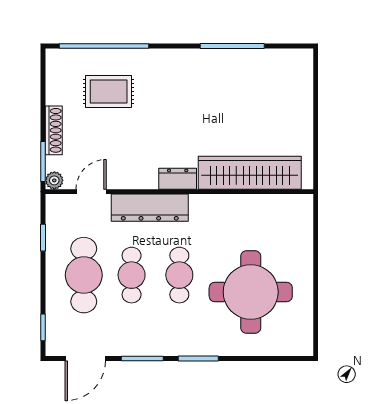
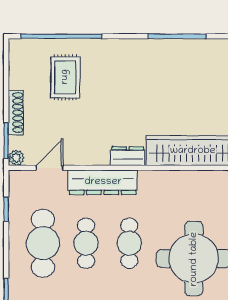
rug: (109, 91) -> (65, 77), turned 90

